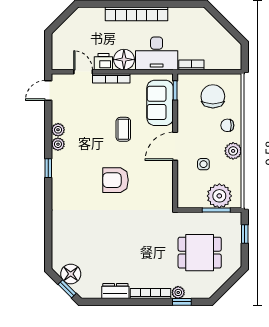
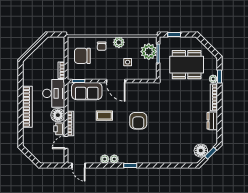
dining table: (200, 253) -> (187, 65), width x1.37

